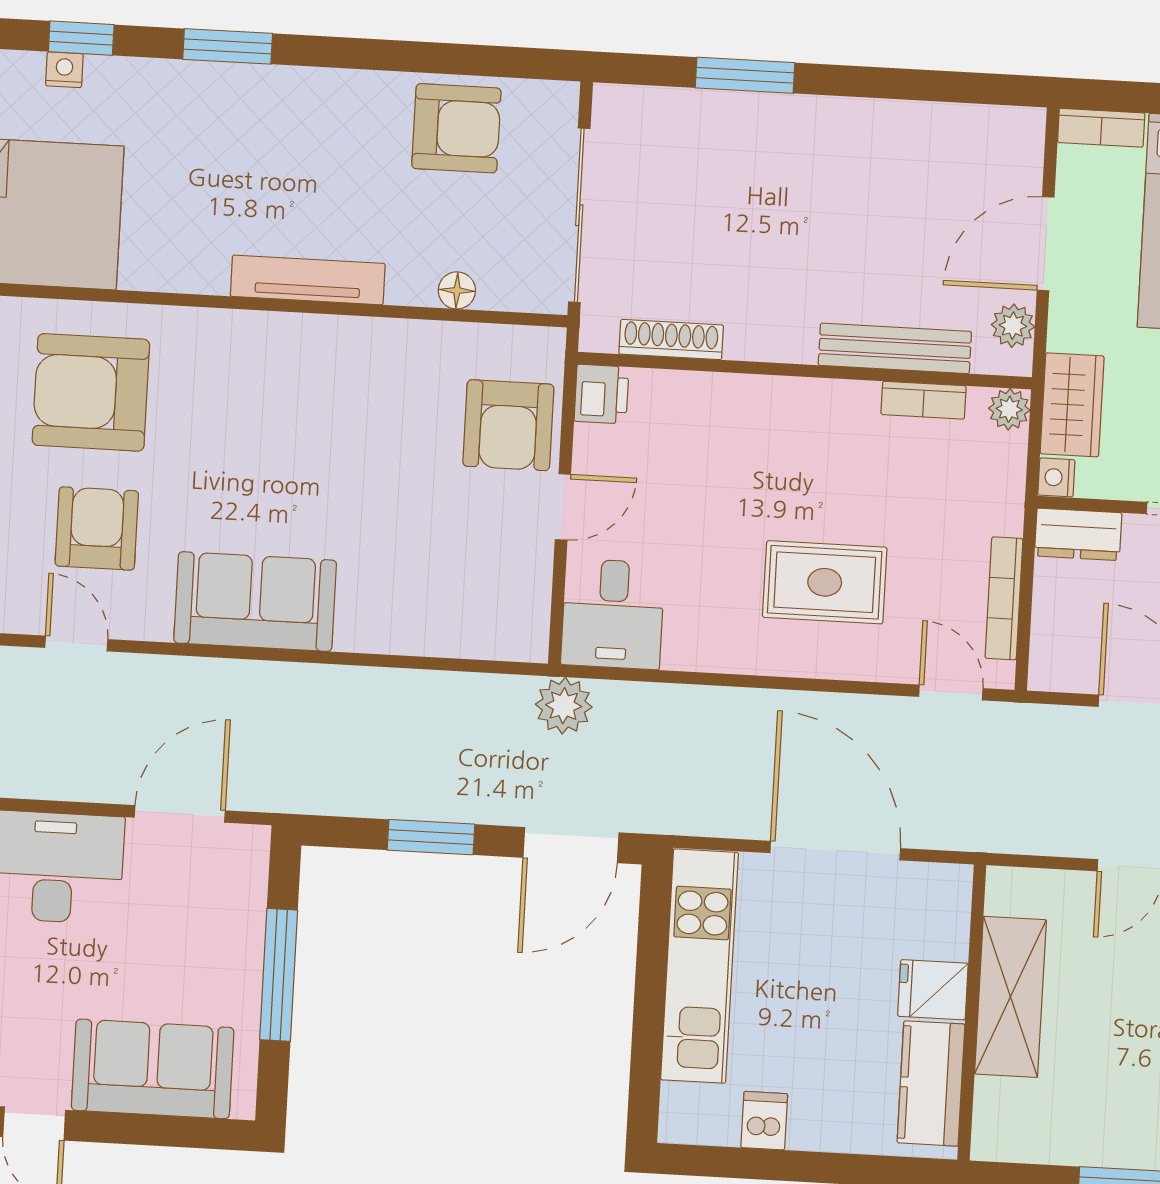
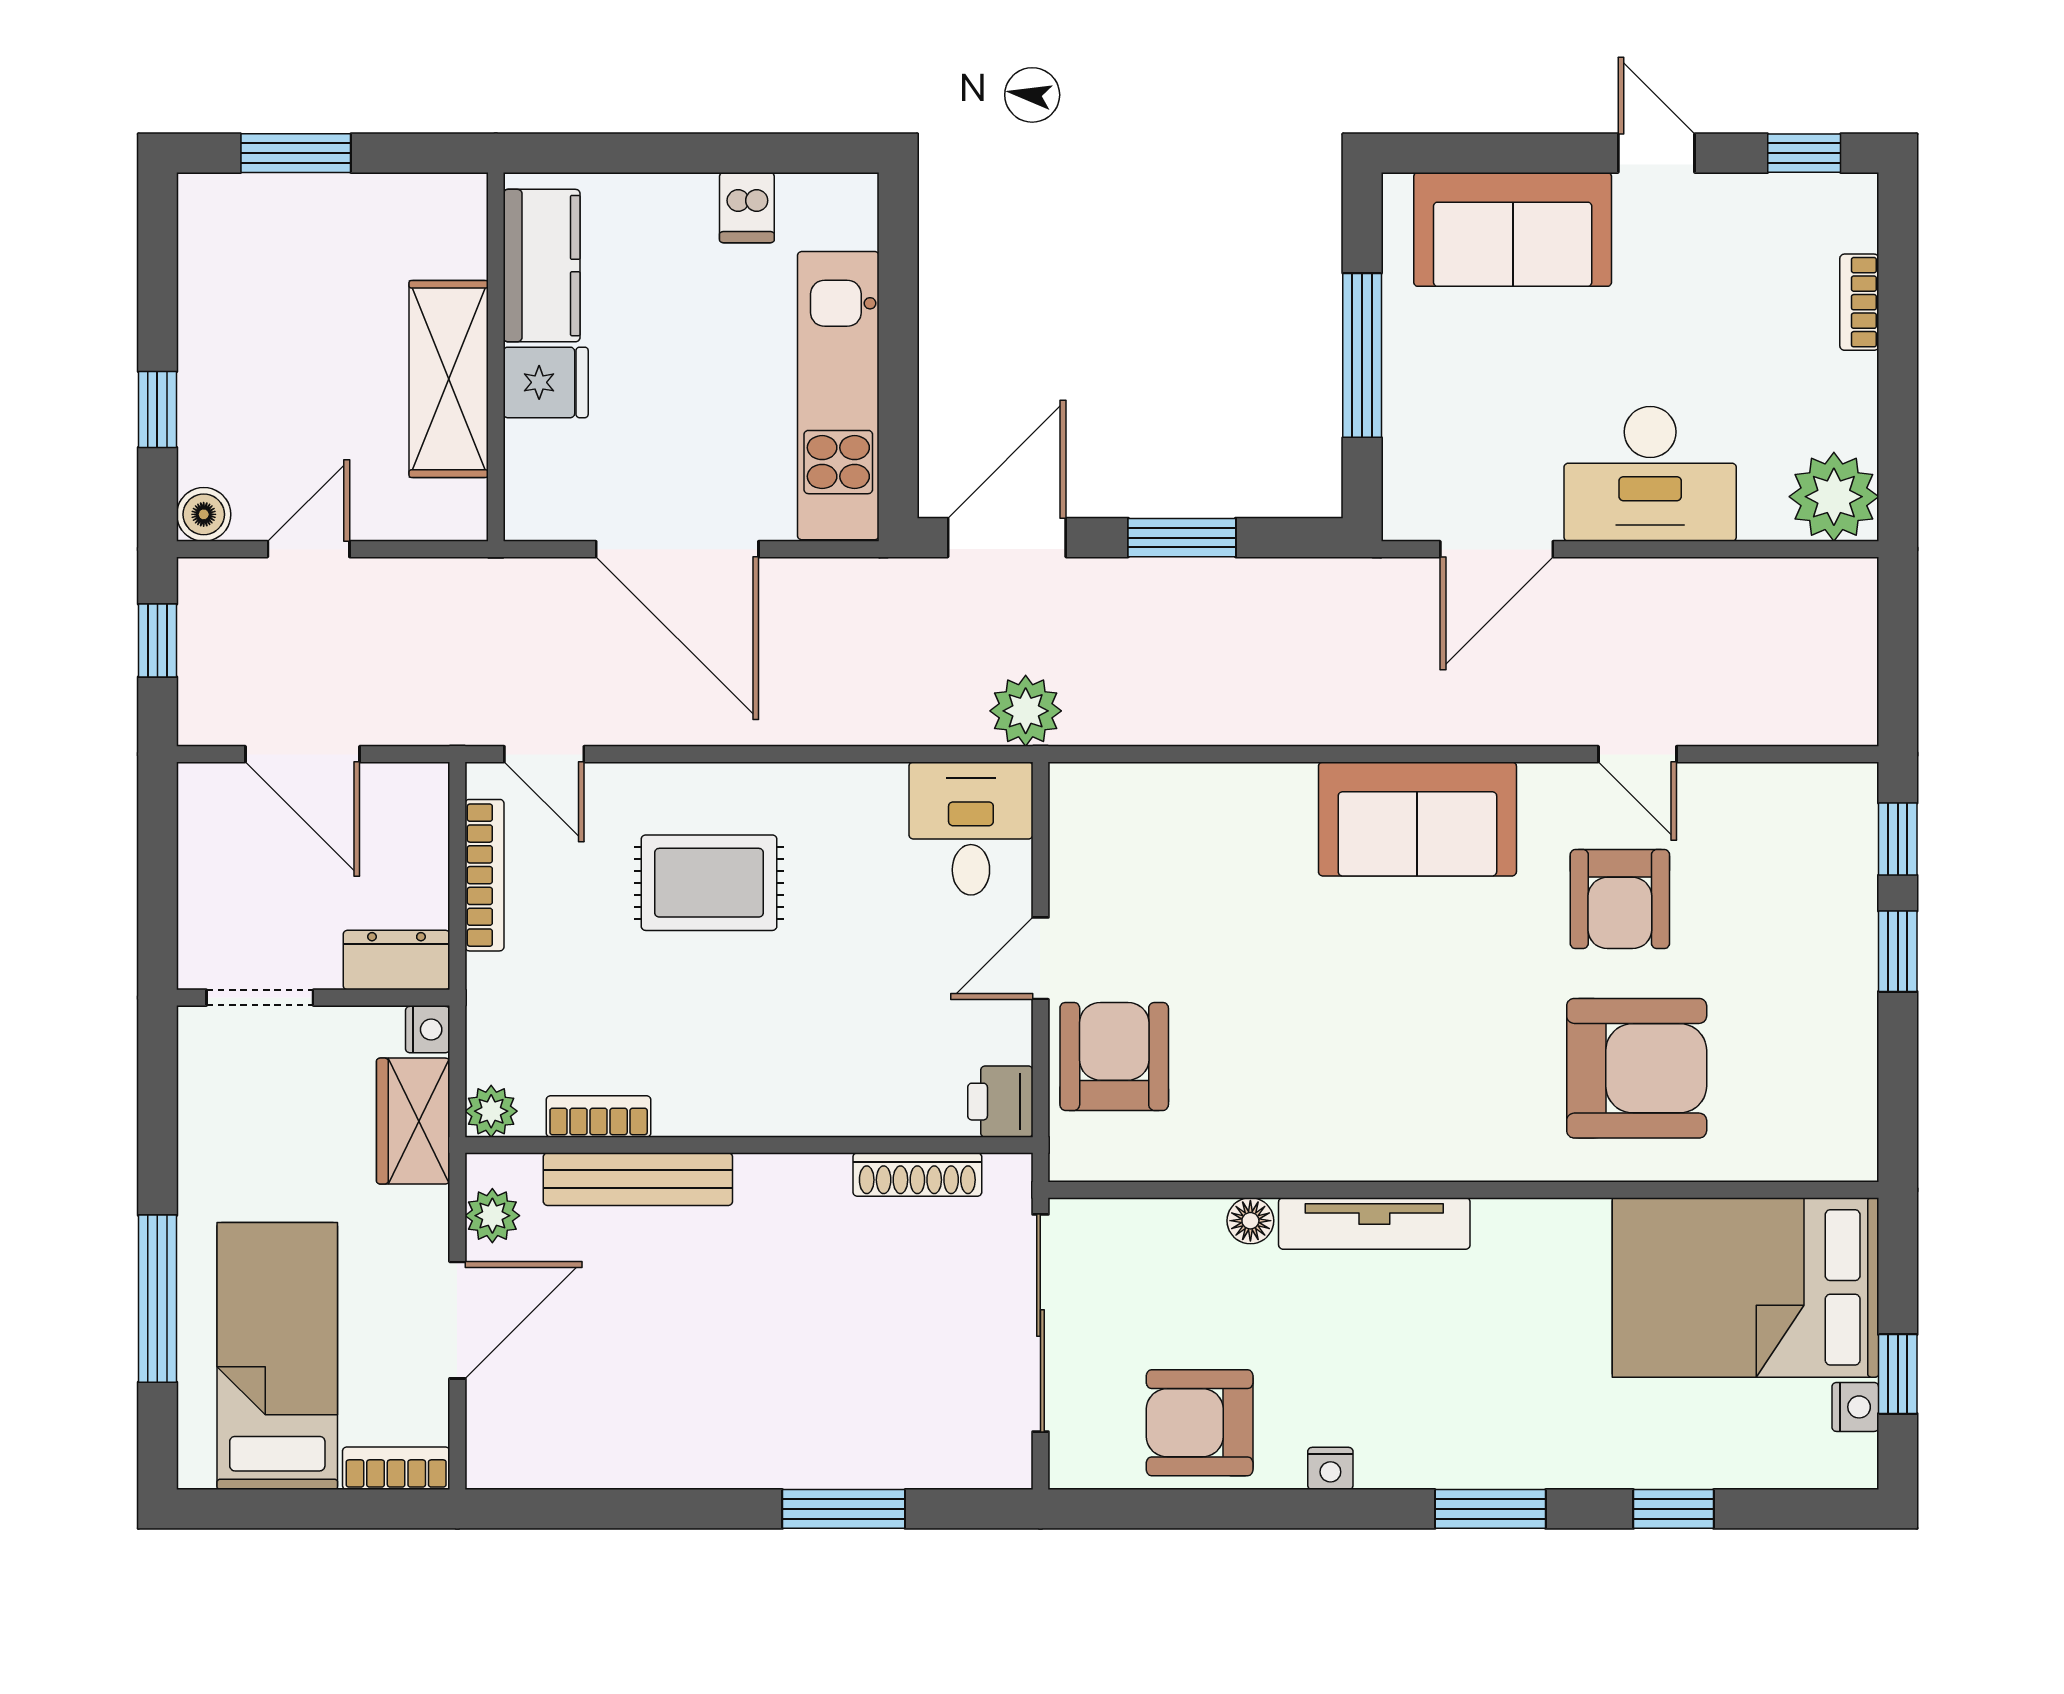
nightstand: (64, 70) -> (1330, 1468), moved
floor lamp: (457, 290) -> (1250, 1221), moved

